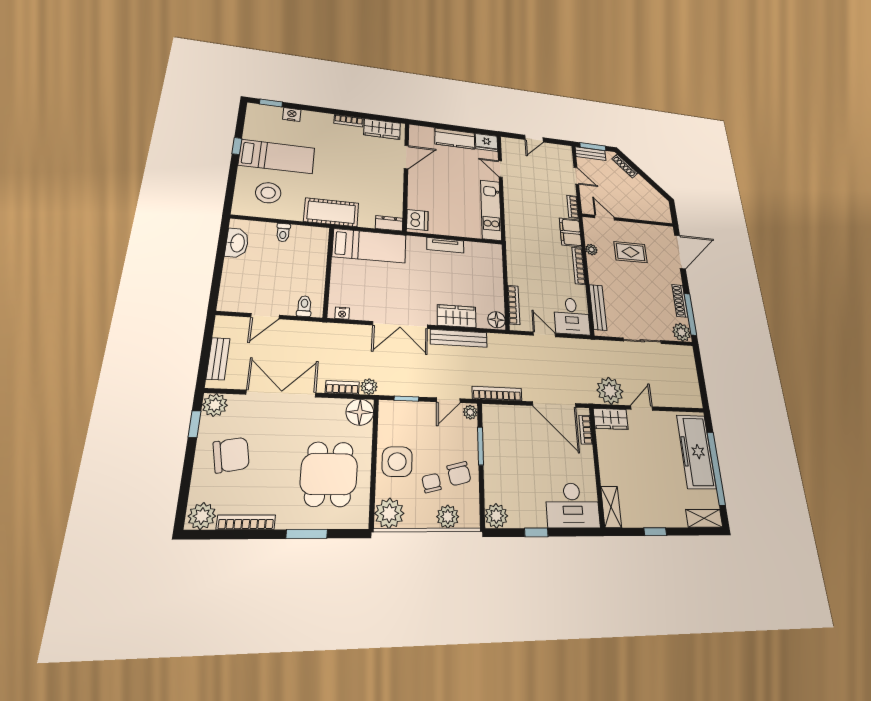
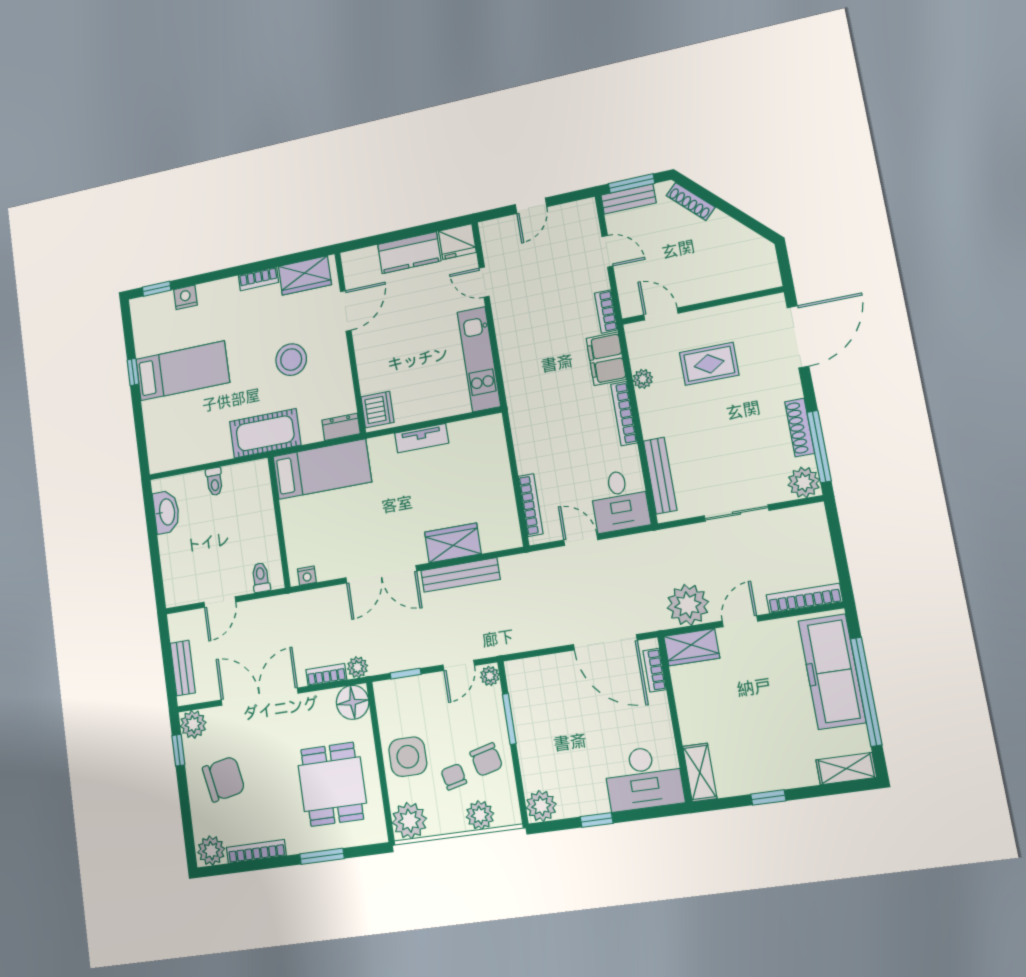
stool: (268, 193) -> (291, 360), moved
floor lamp: (497, 320) -> (509, 534), removed
bookcase: (497, 394) -> (804, 598), moved

